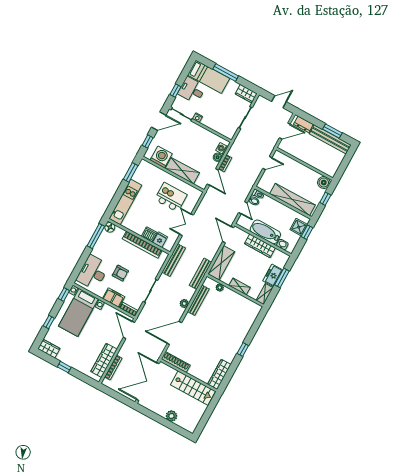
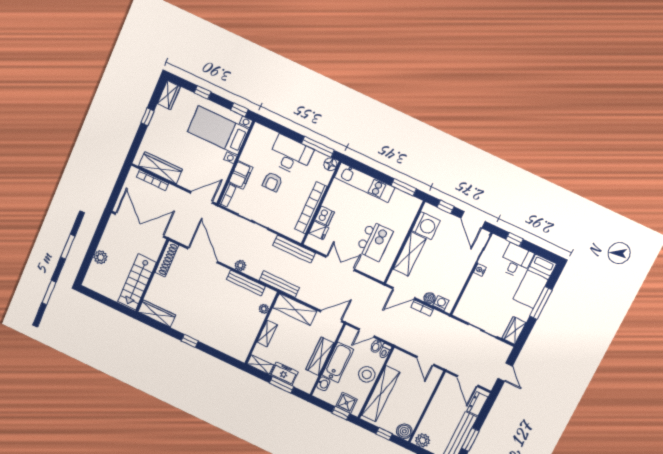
plant: (332, 169) -> (423, 440), added
stool: (276, 210) -> (367, 374), added
desk: (93, 272) -> (291, 155), moved

